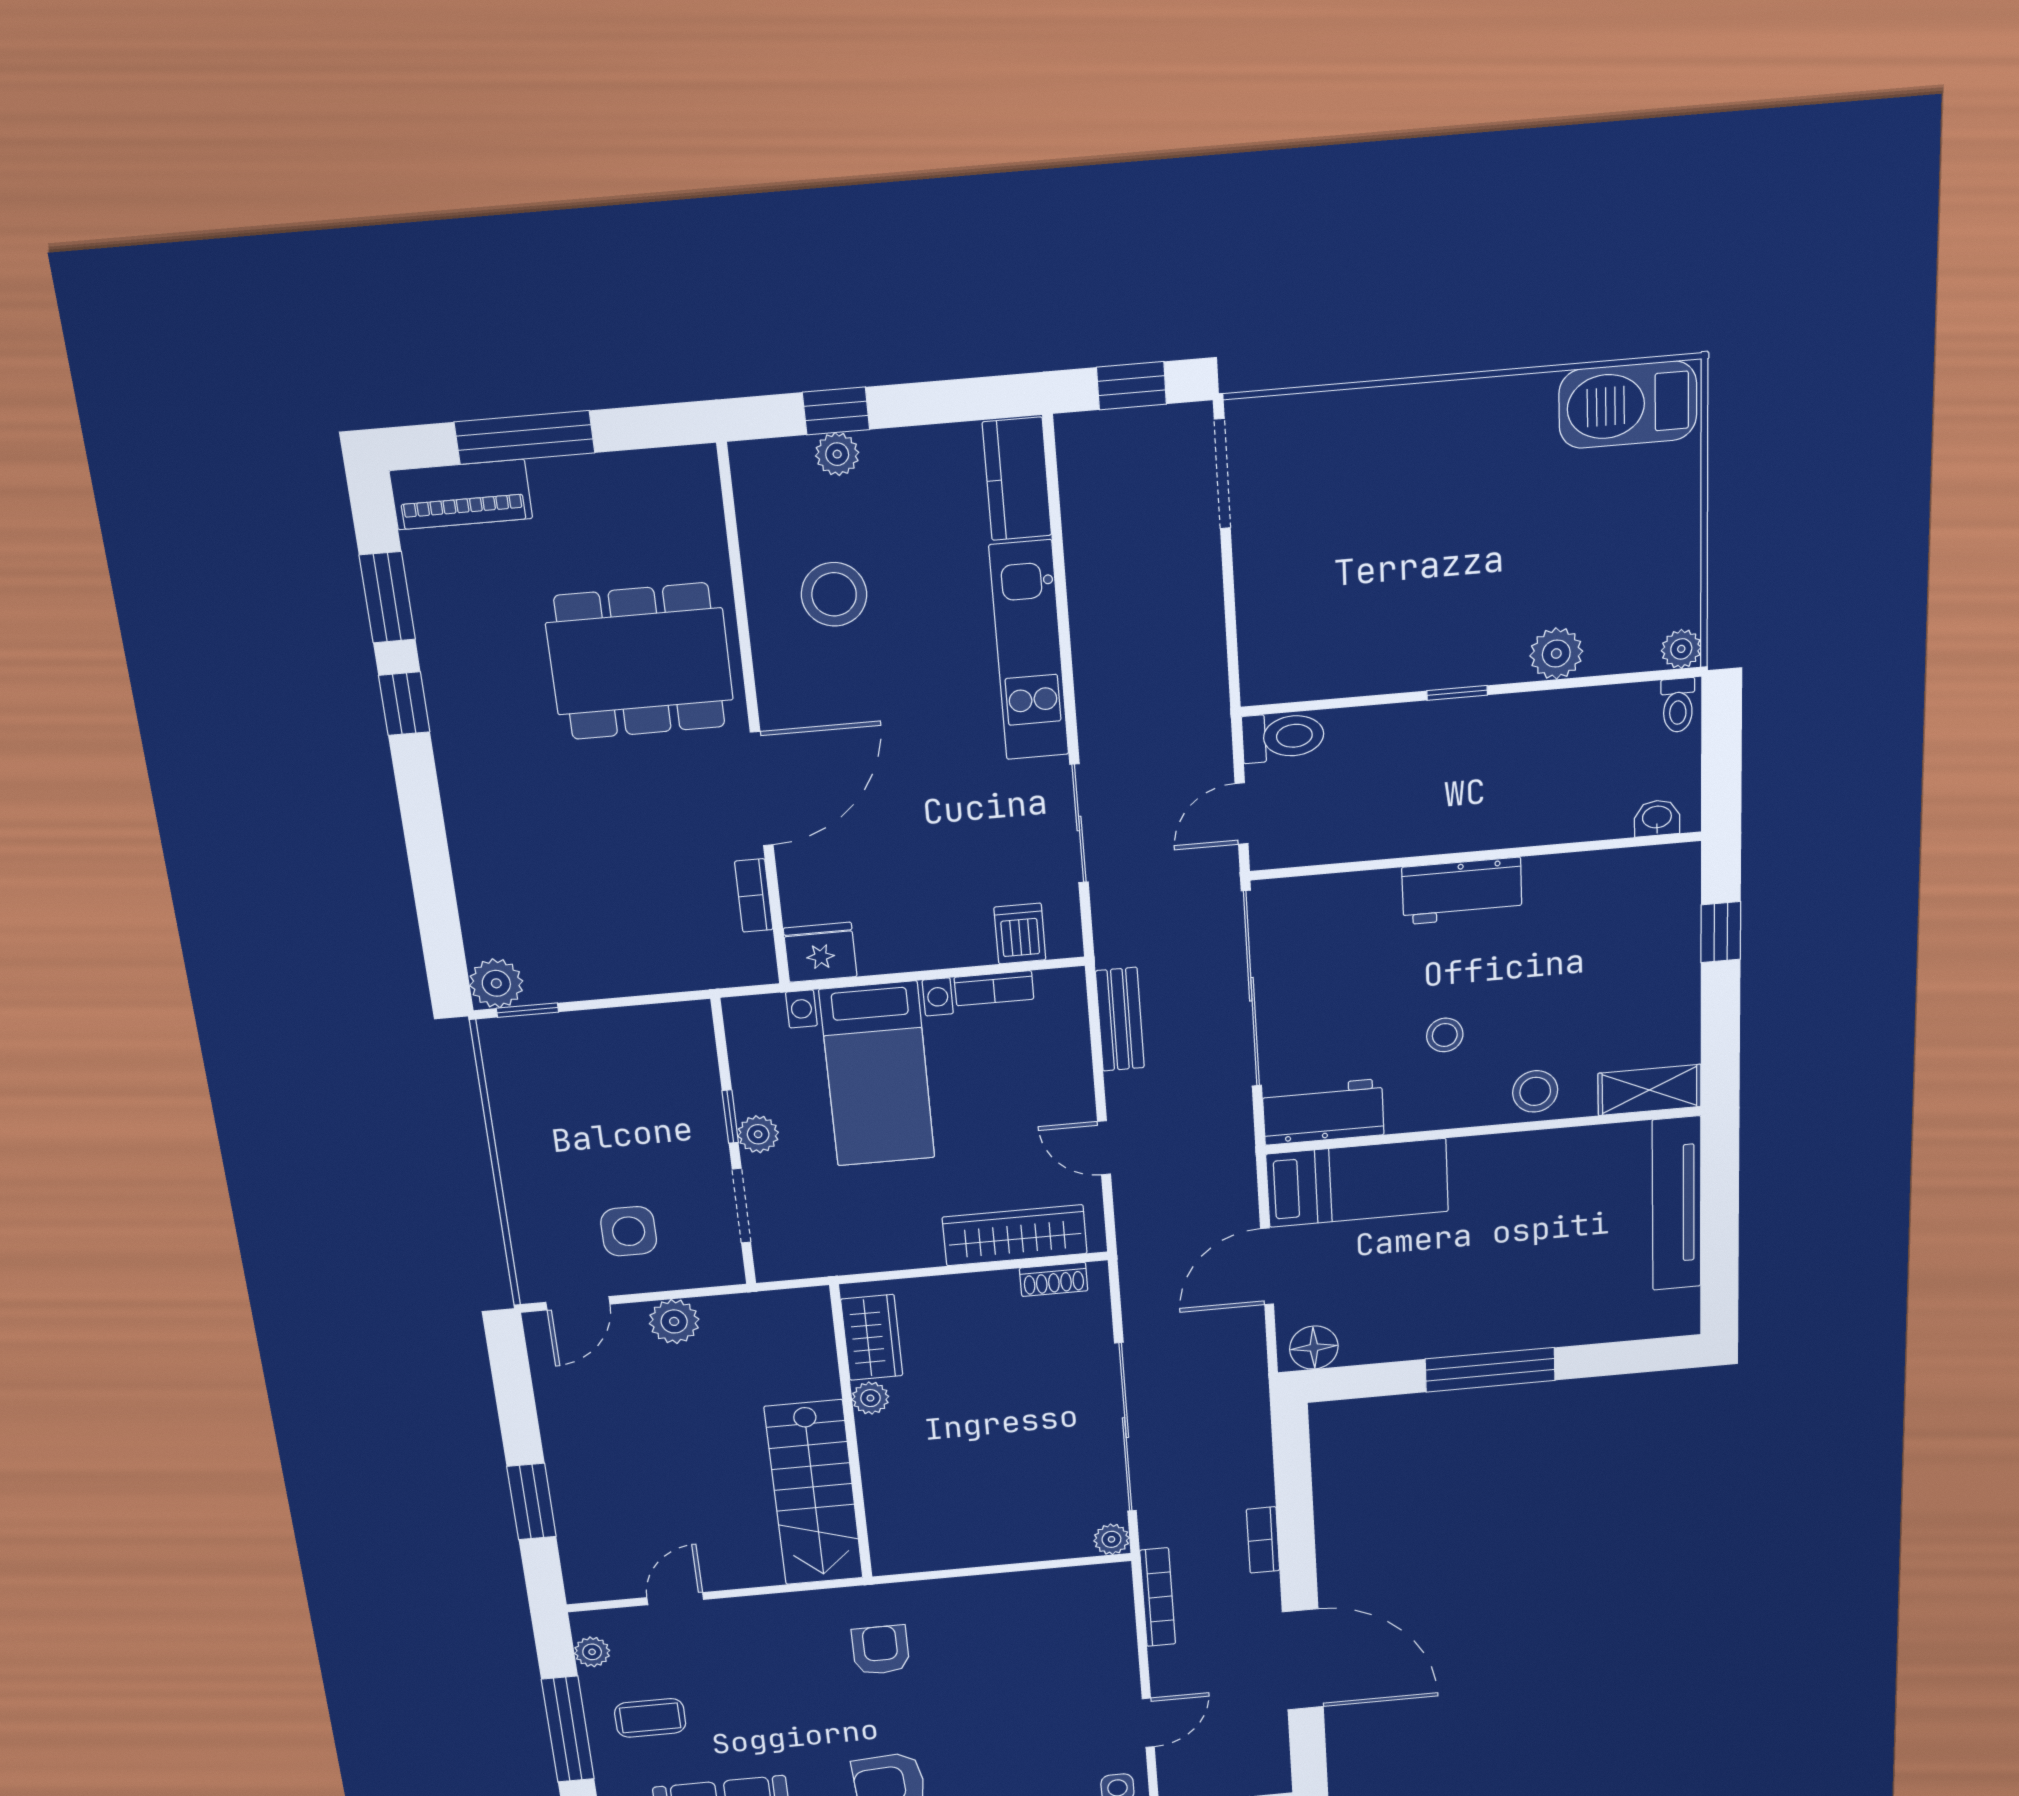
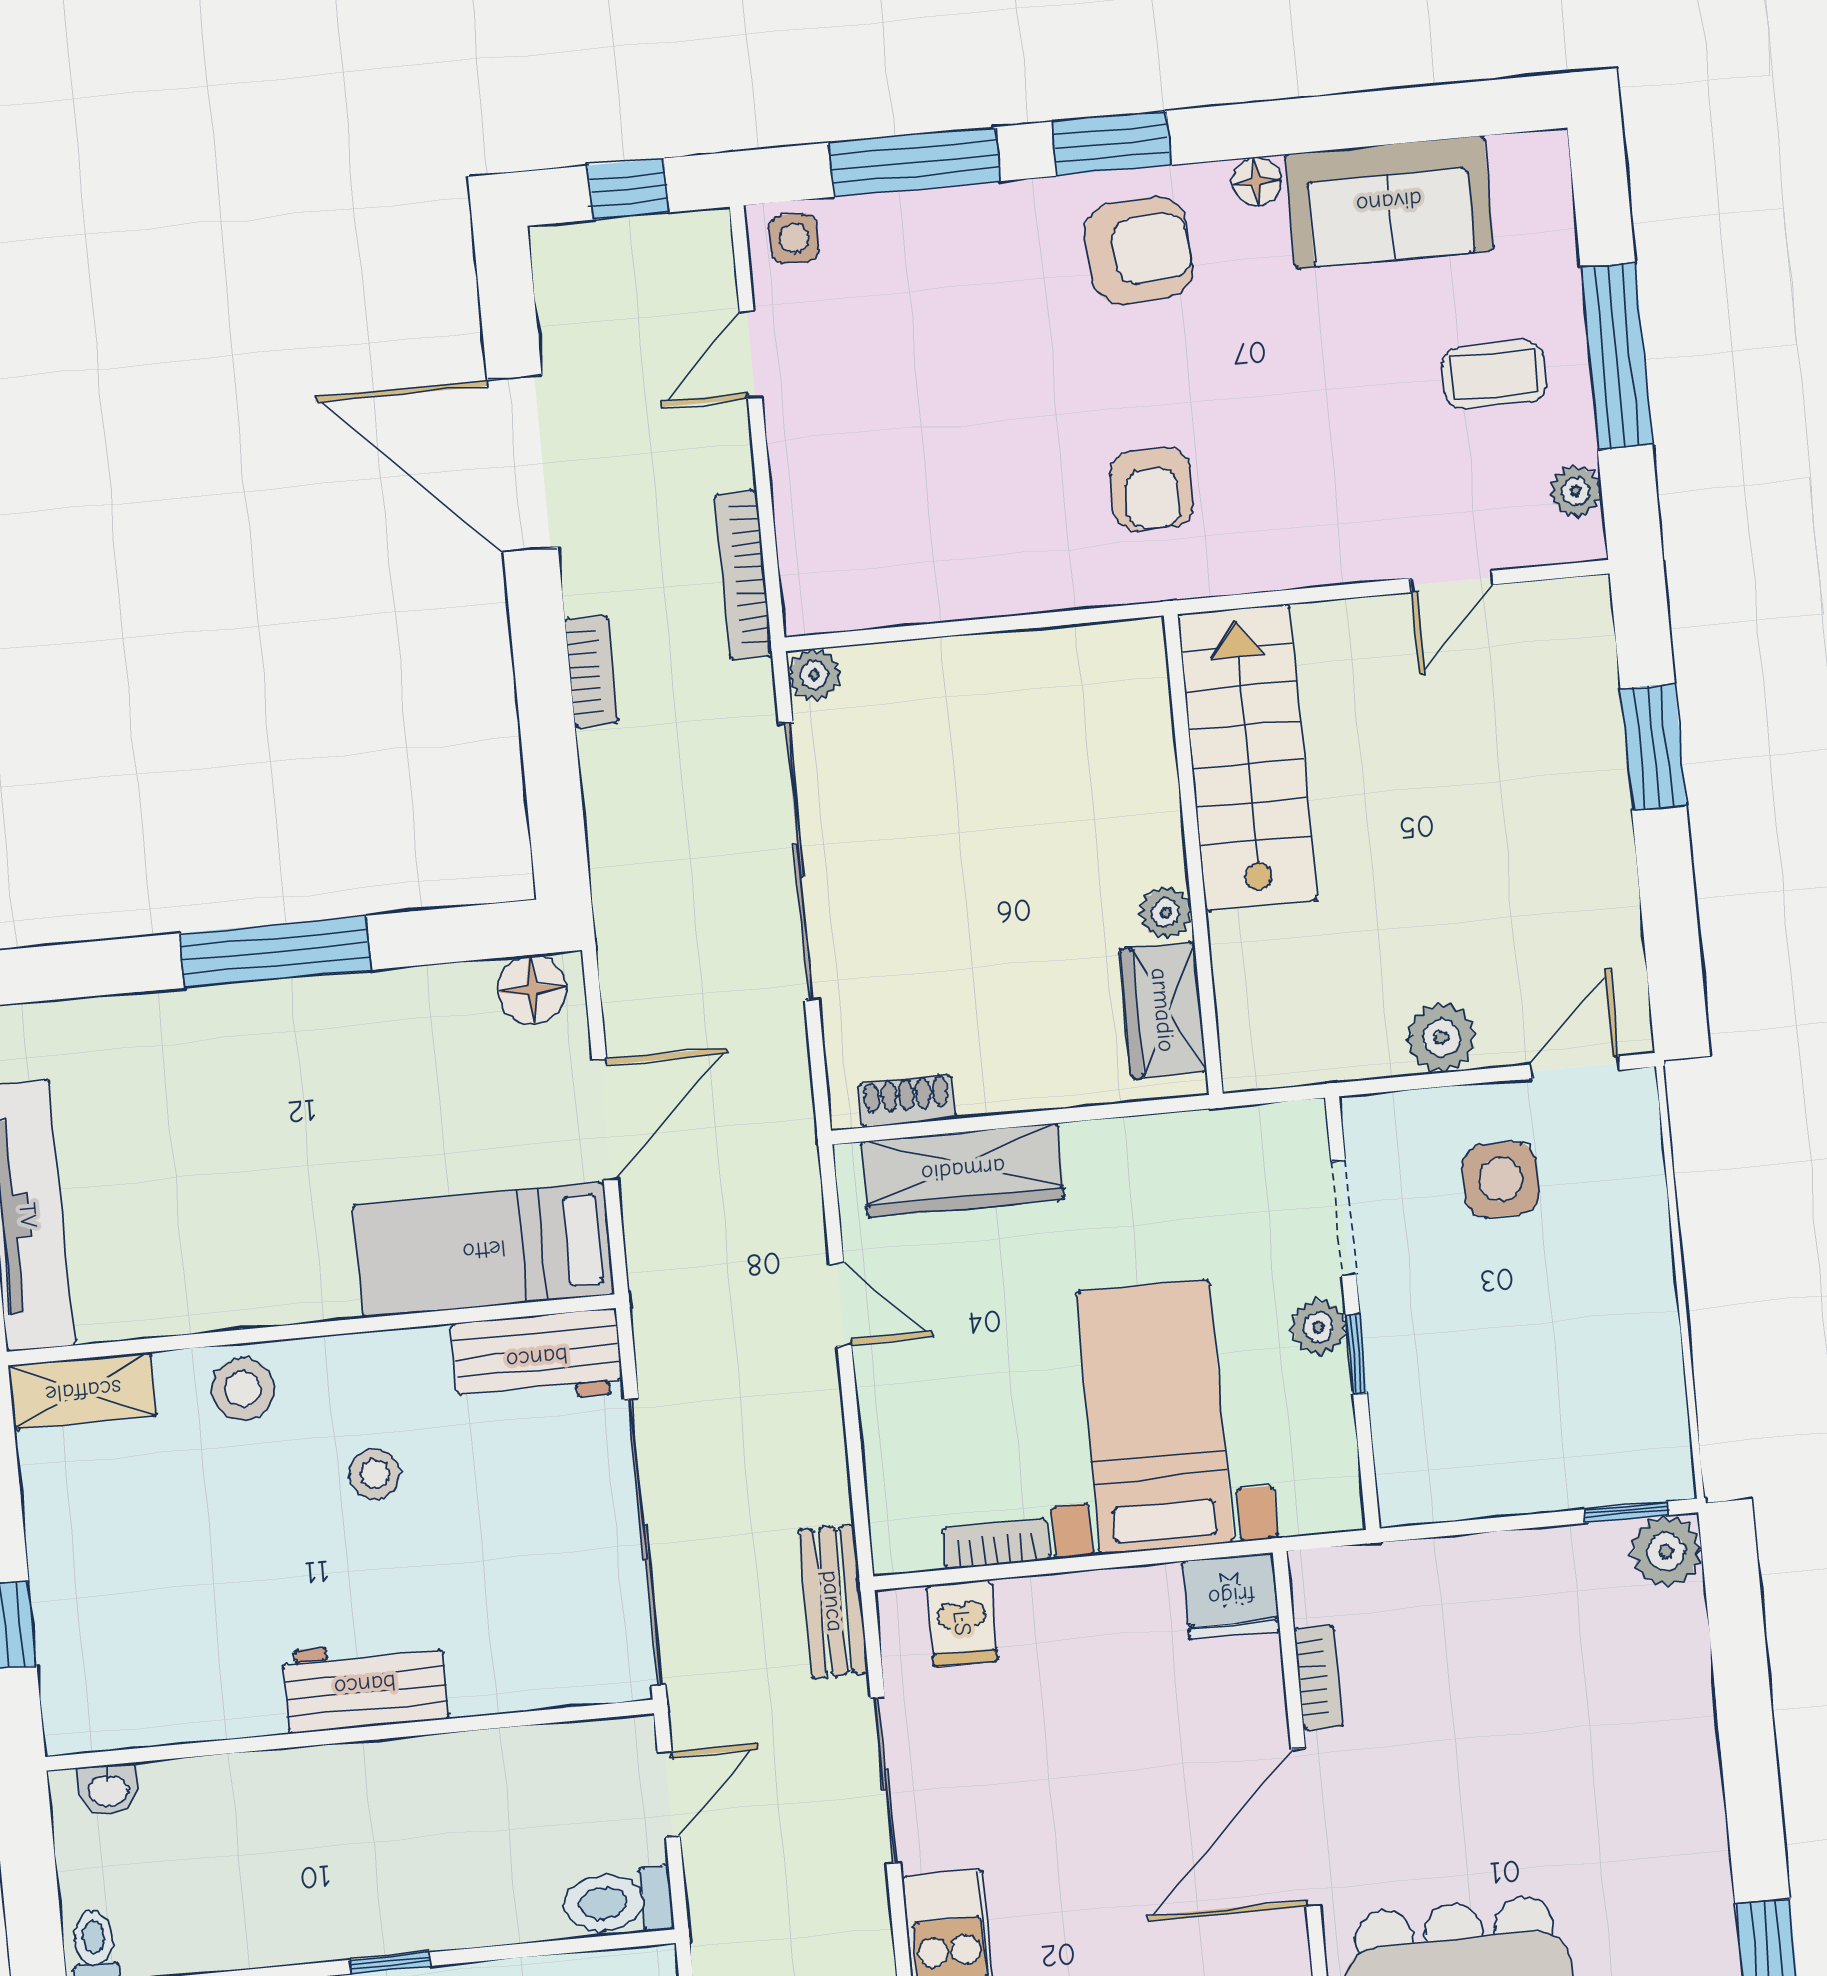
bench: (1120, 1019) -> (833, 1601), moved

